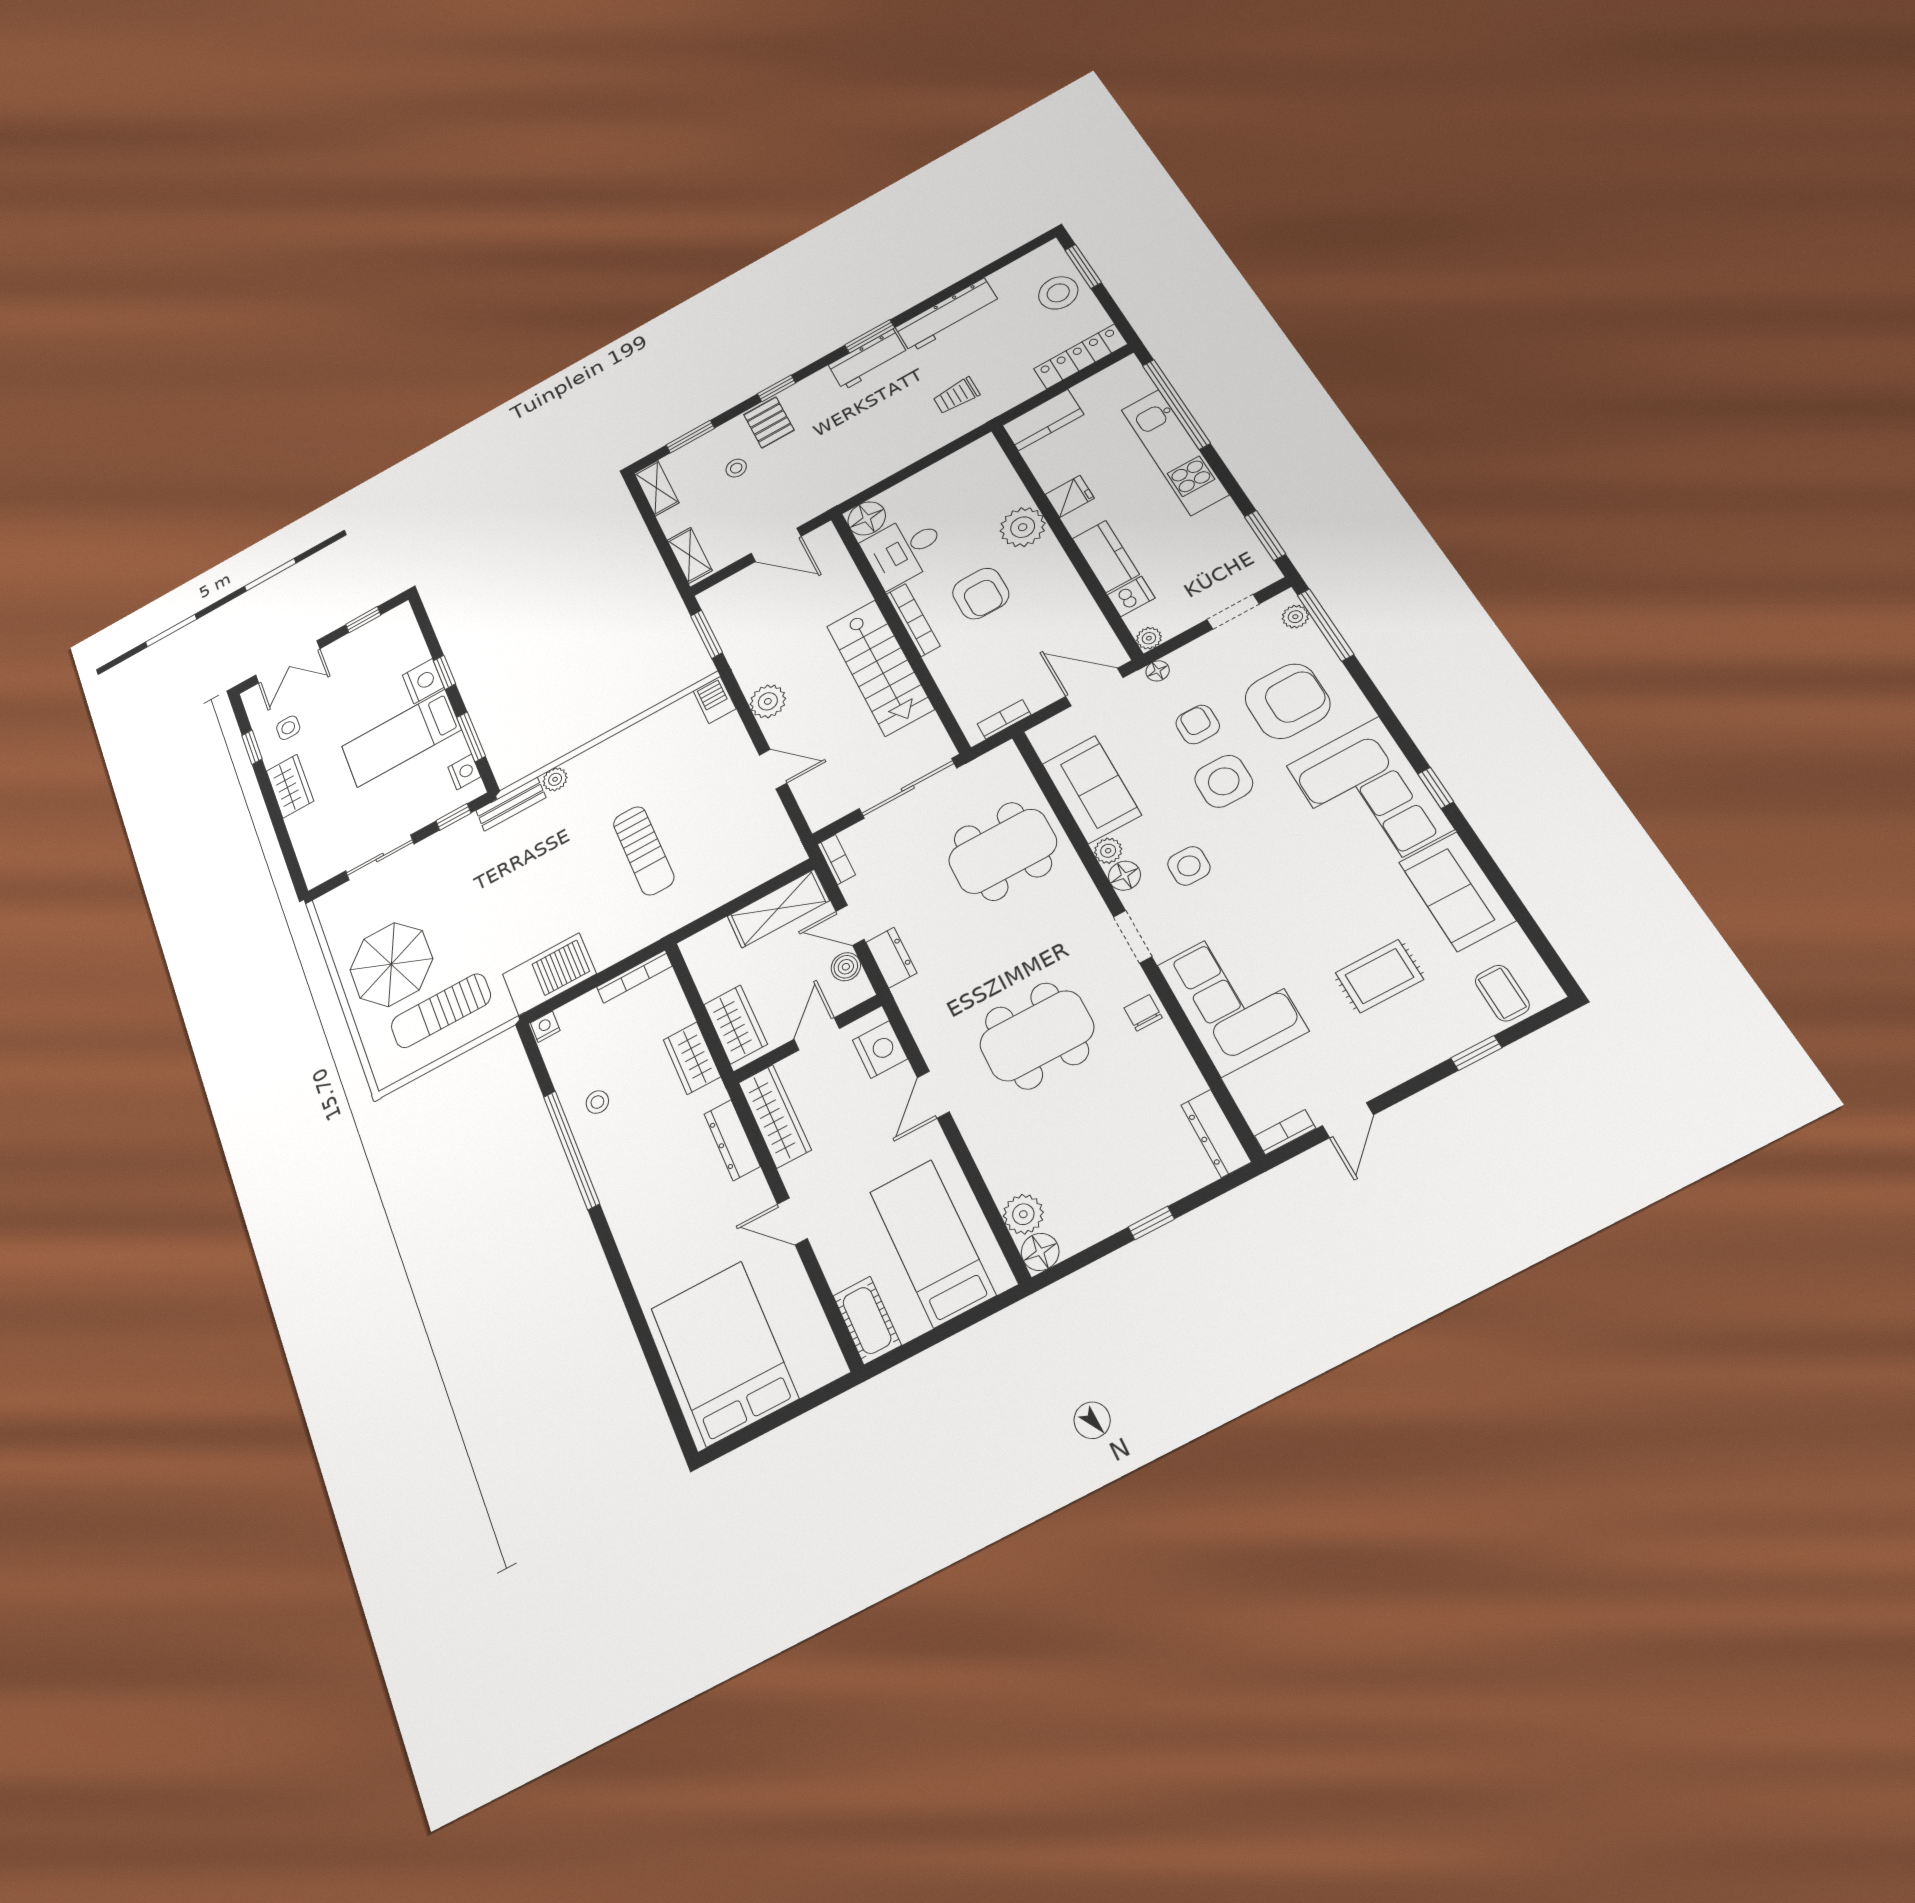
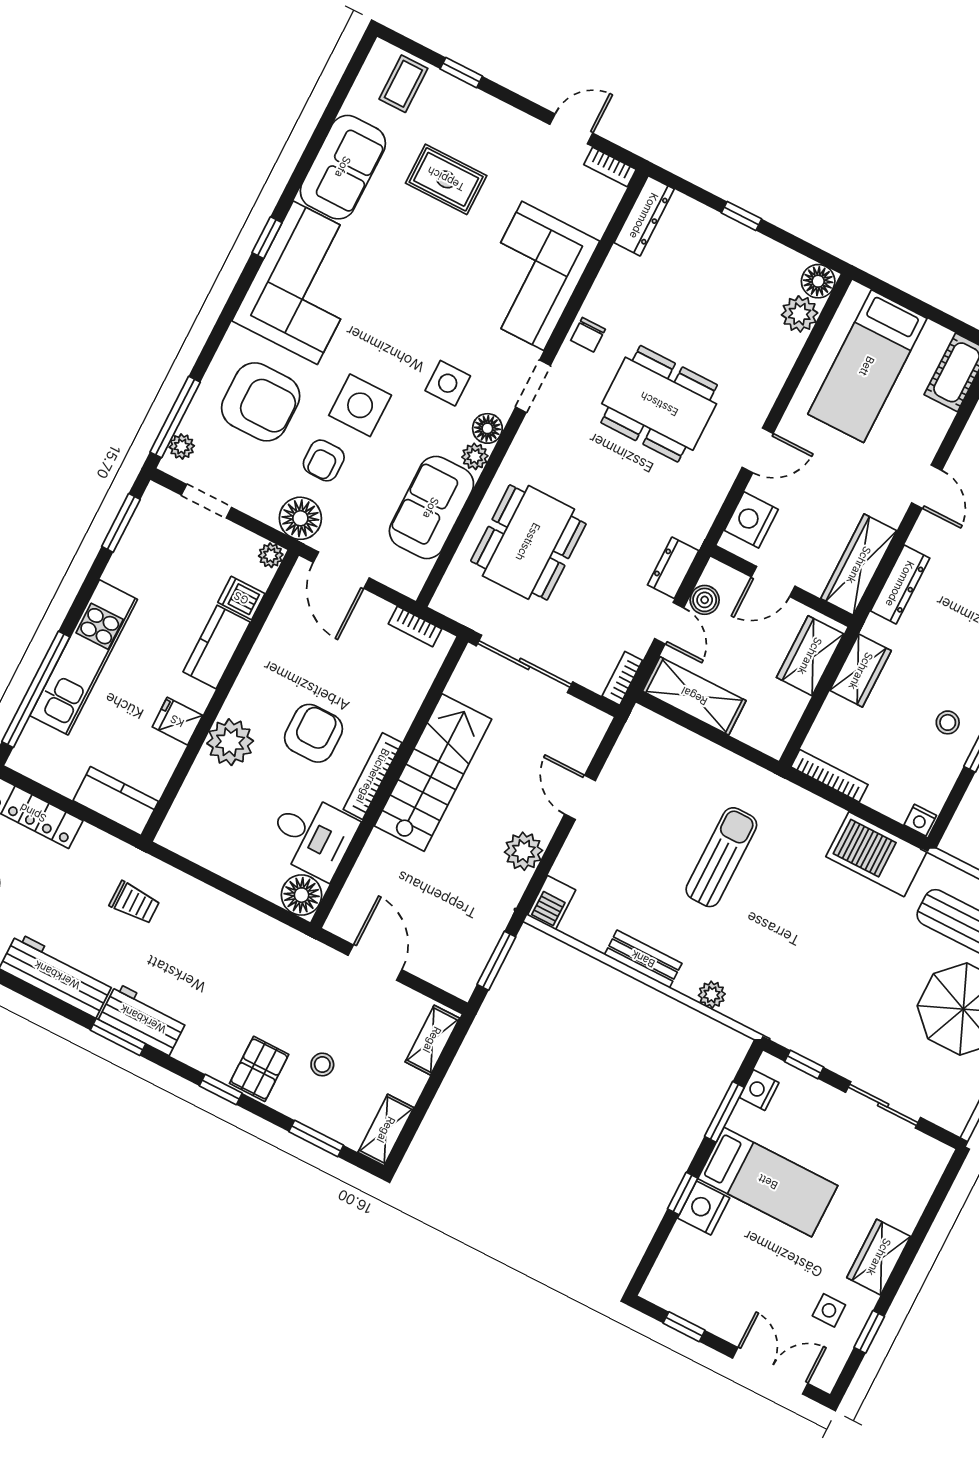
floor lamp: (1158, 671) -> (300, 518), width x1.89, depth x1.89
armchair: (1287, 701) -> (261, 402), turned 180
bench: (511, 804) -> (643, 959), moved
dining table: (1003, 851) -> (528, 542), turned 90

